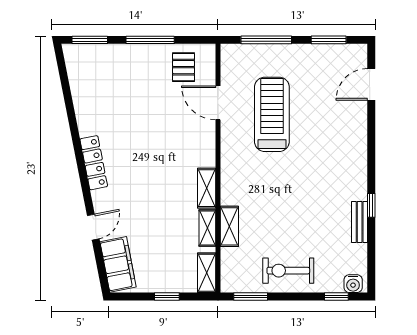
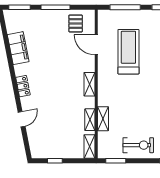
locker: (94, 163) -> (23, 86), width x0.66
shelving: (207, 188) -> (89, 84), moved
filing cabinet: (118, 264) -> (18, 48), moved
exercise bike: (288, 271) -> (138, 145), turned 180
window: (167, 297) -> (55, 161), moved

